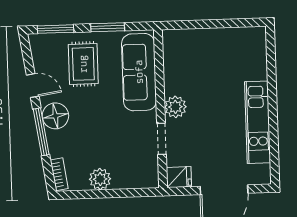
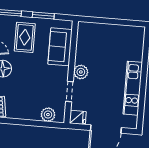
sofa: (139, 72) -> (60, 47), width x0.73
plant: (100, 179) -> (48, 115), moved

